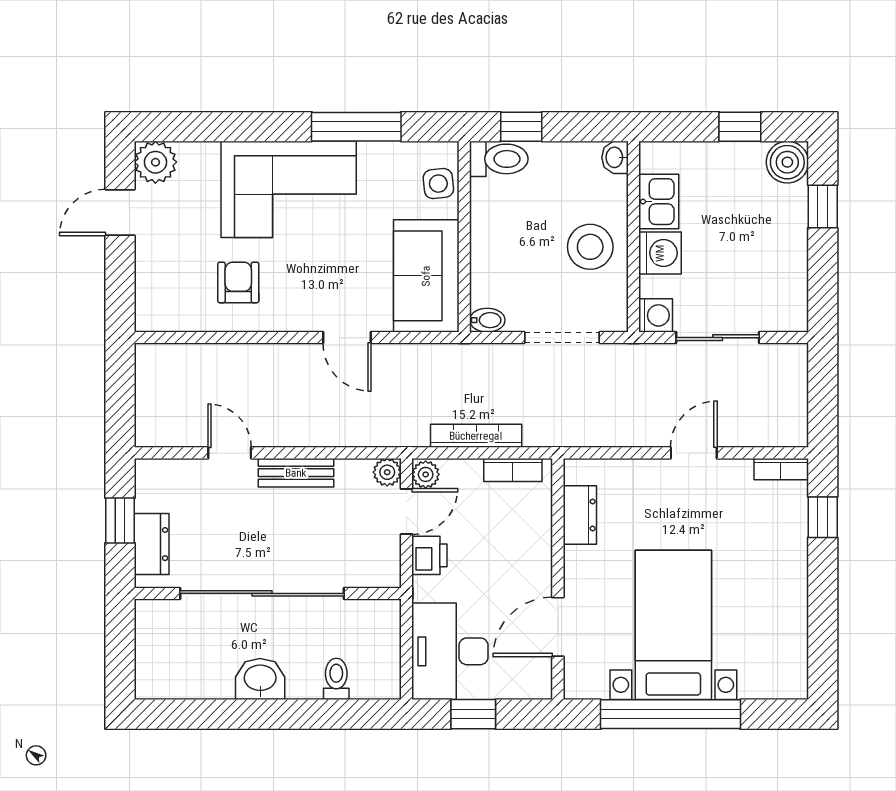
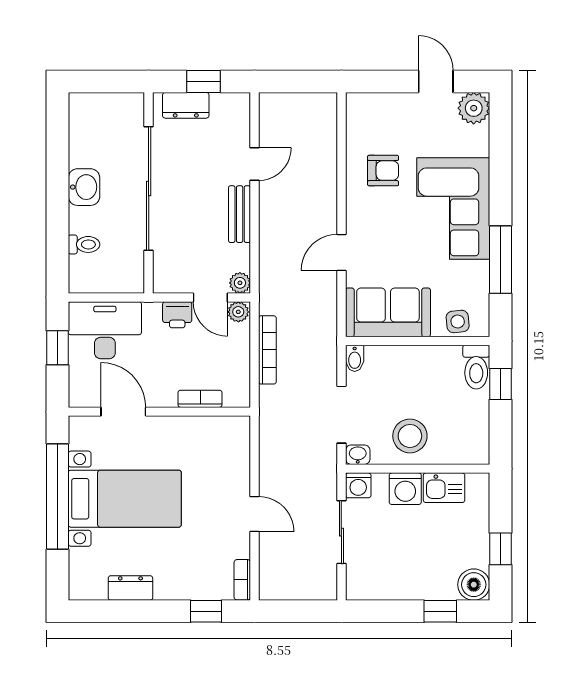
washbasin: (615, 157) -> (358, 455), moved
bookcase: (513, 470) -> (200, 399), moved, turned 90
dresser: (580, 515) -> (130, 588), moved, turned 180

